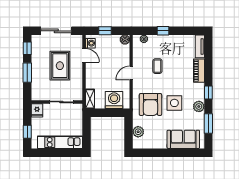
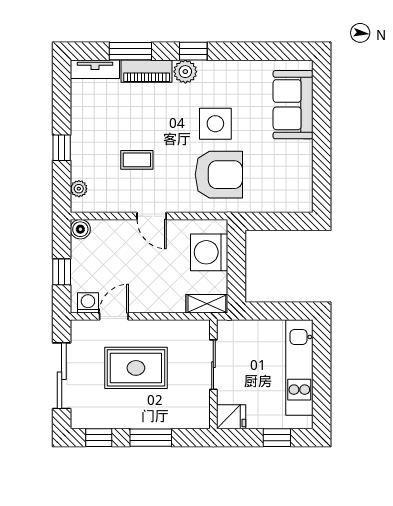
plant: (199, 106) -> (185, 72), moved
window: (208, 124) -> (130, 51), moved
plant: (138, 132) -> (277, 201), removed

